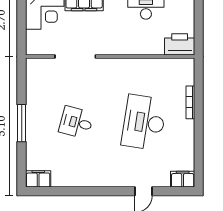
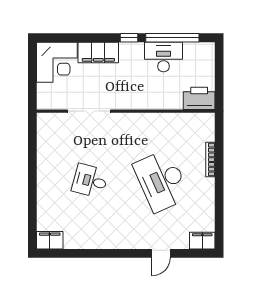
desk: (144, 122) -> (161, 181), turned -33
window: (22, 123) -> (32, 182), removed

